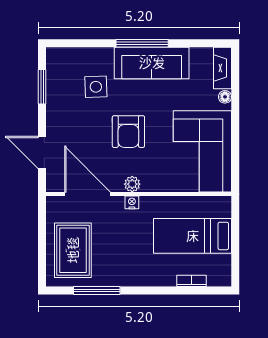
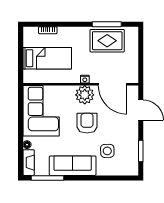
window: (142, 43) -> (48, 178), moved
plant: (132, 184) -> (85, 95), width x1.88, depth x1.88
rug: (73, 250) -> (107, 41), moved, turned 90

